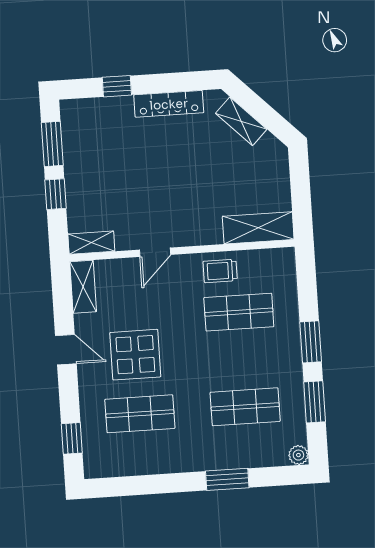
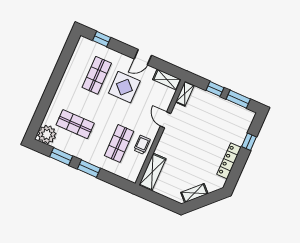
shelving: (241, 121) -> (194, 193), moved
shop shelf: (245, 407) -> (75, 124), turned 90
plant: (298, 455) -> (47, 134), width x1.87, depth x1.87
window: (227, 479) -> (47, 99), removed

